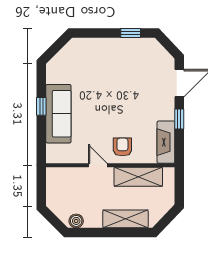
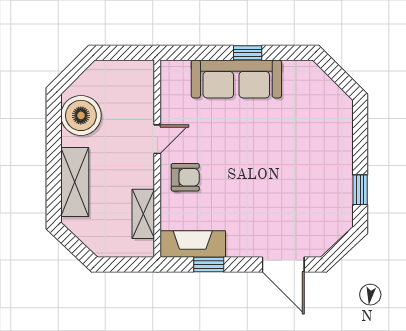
window: (179, 119) -> (209, 264), moved
shelving: (138, 177) -> (143, 214), width x0.67, depth x0.75
boiler: (76, 221) -> (81, 115), width x1.86, depth x1.86

